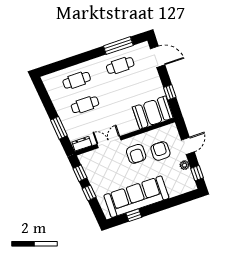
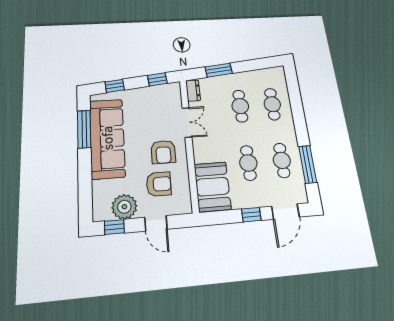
cafe table: (128, 90) -> (248, 163), added
window: (170, 92) -> (251, 215), moved
armchair: (136, 154) -> (163, 152), turned -90
plant: (185, 165) -> (124, 207), width x1.87, depth x1.87
window: (89, 193) -> (115, 86), moved
window: (134, 215) -> (84, 129), width x2.17

